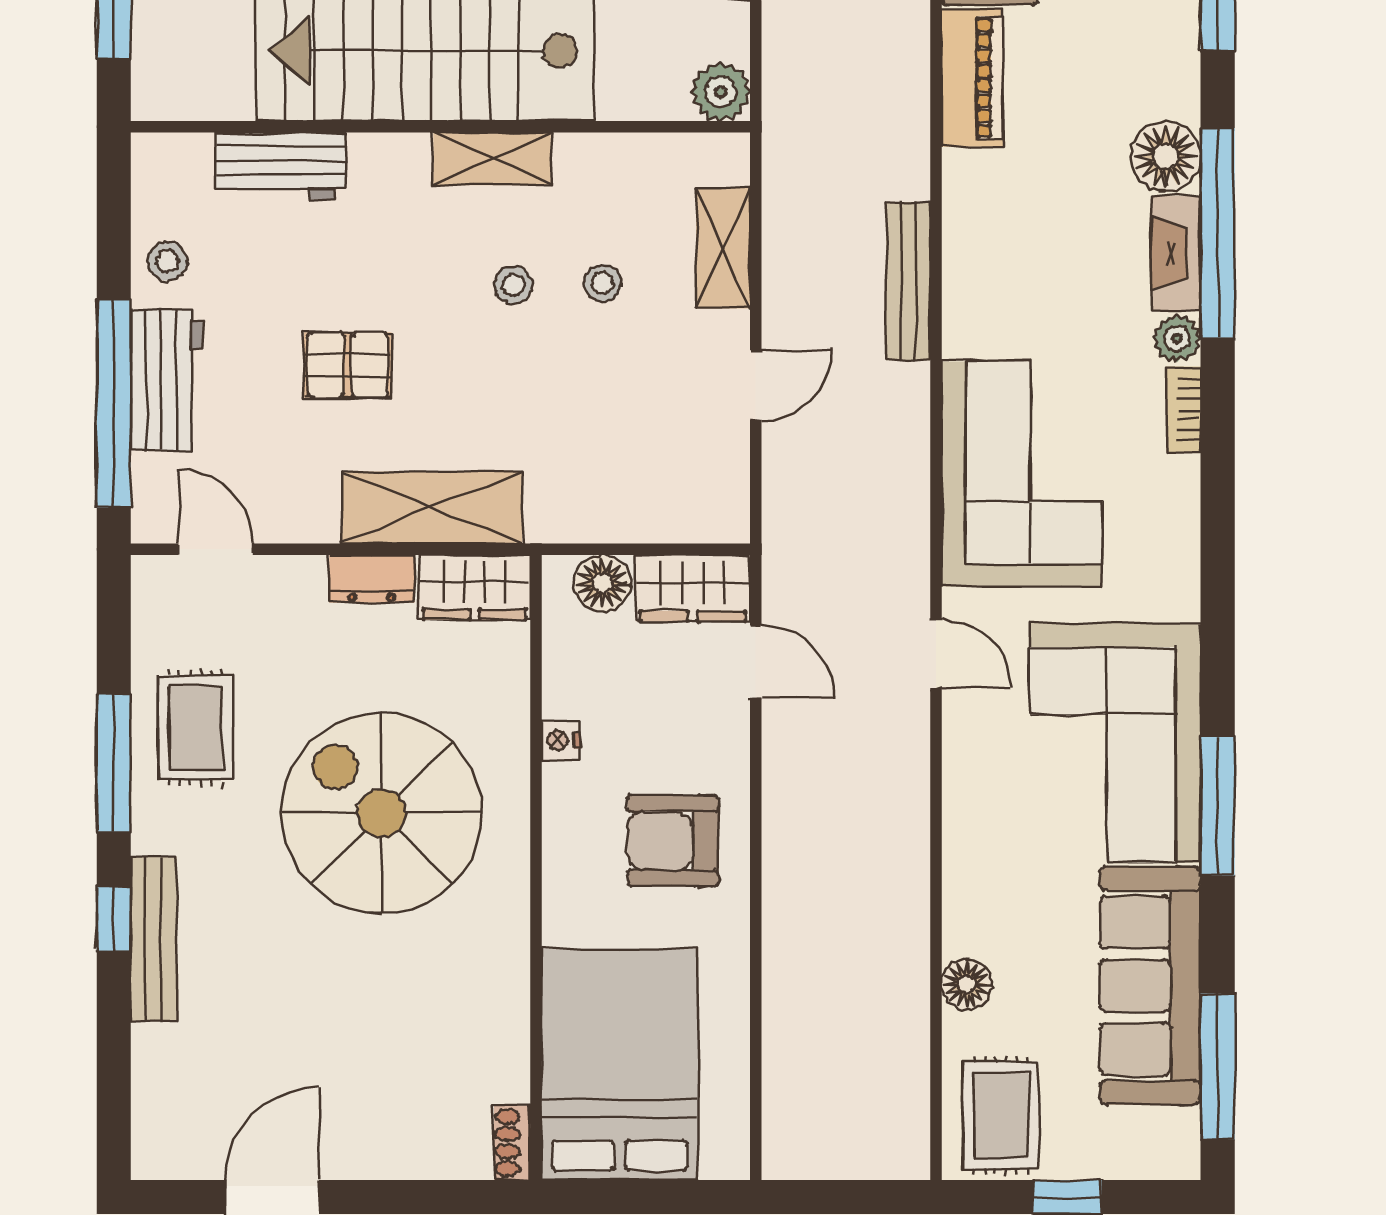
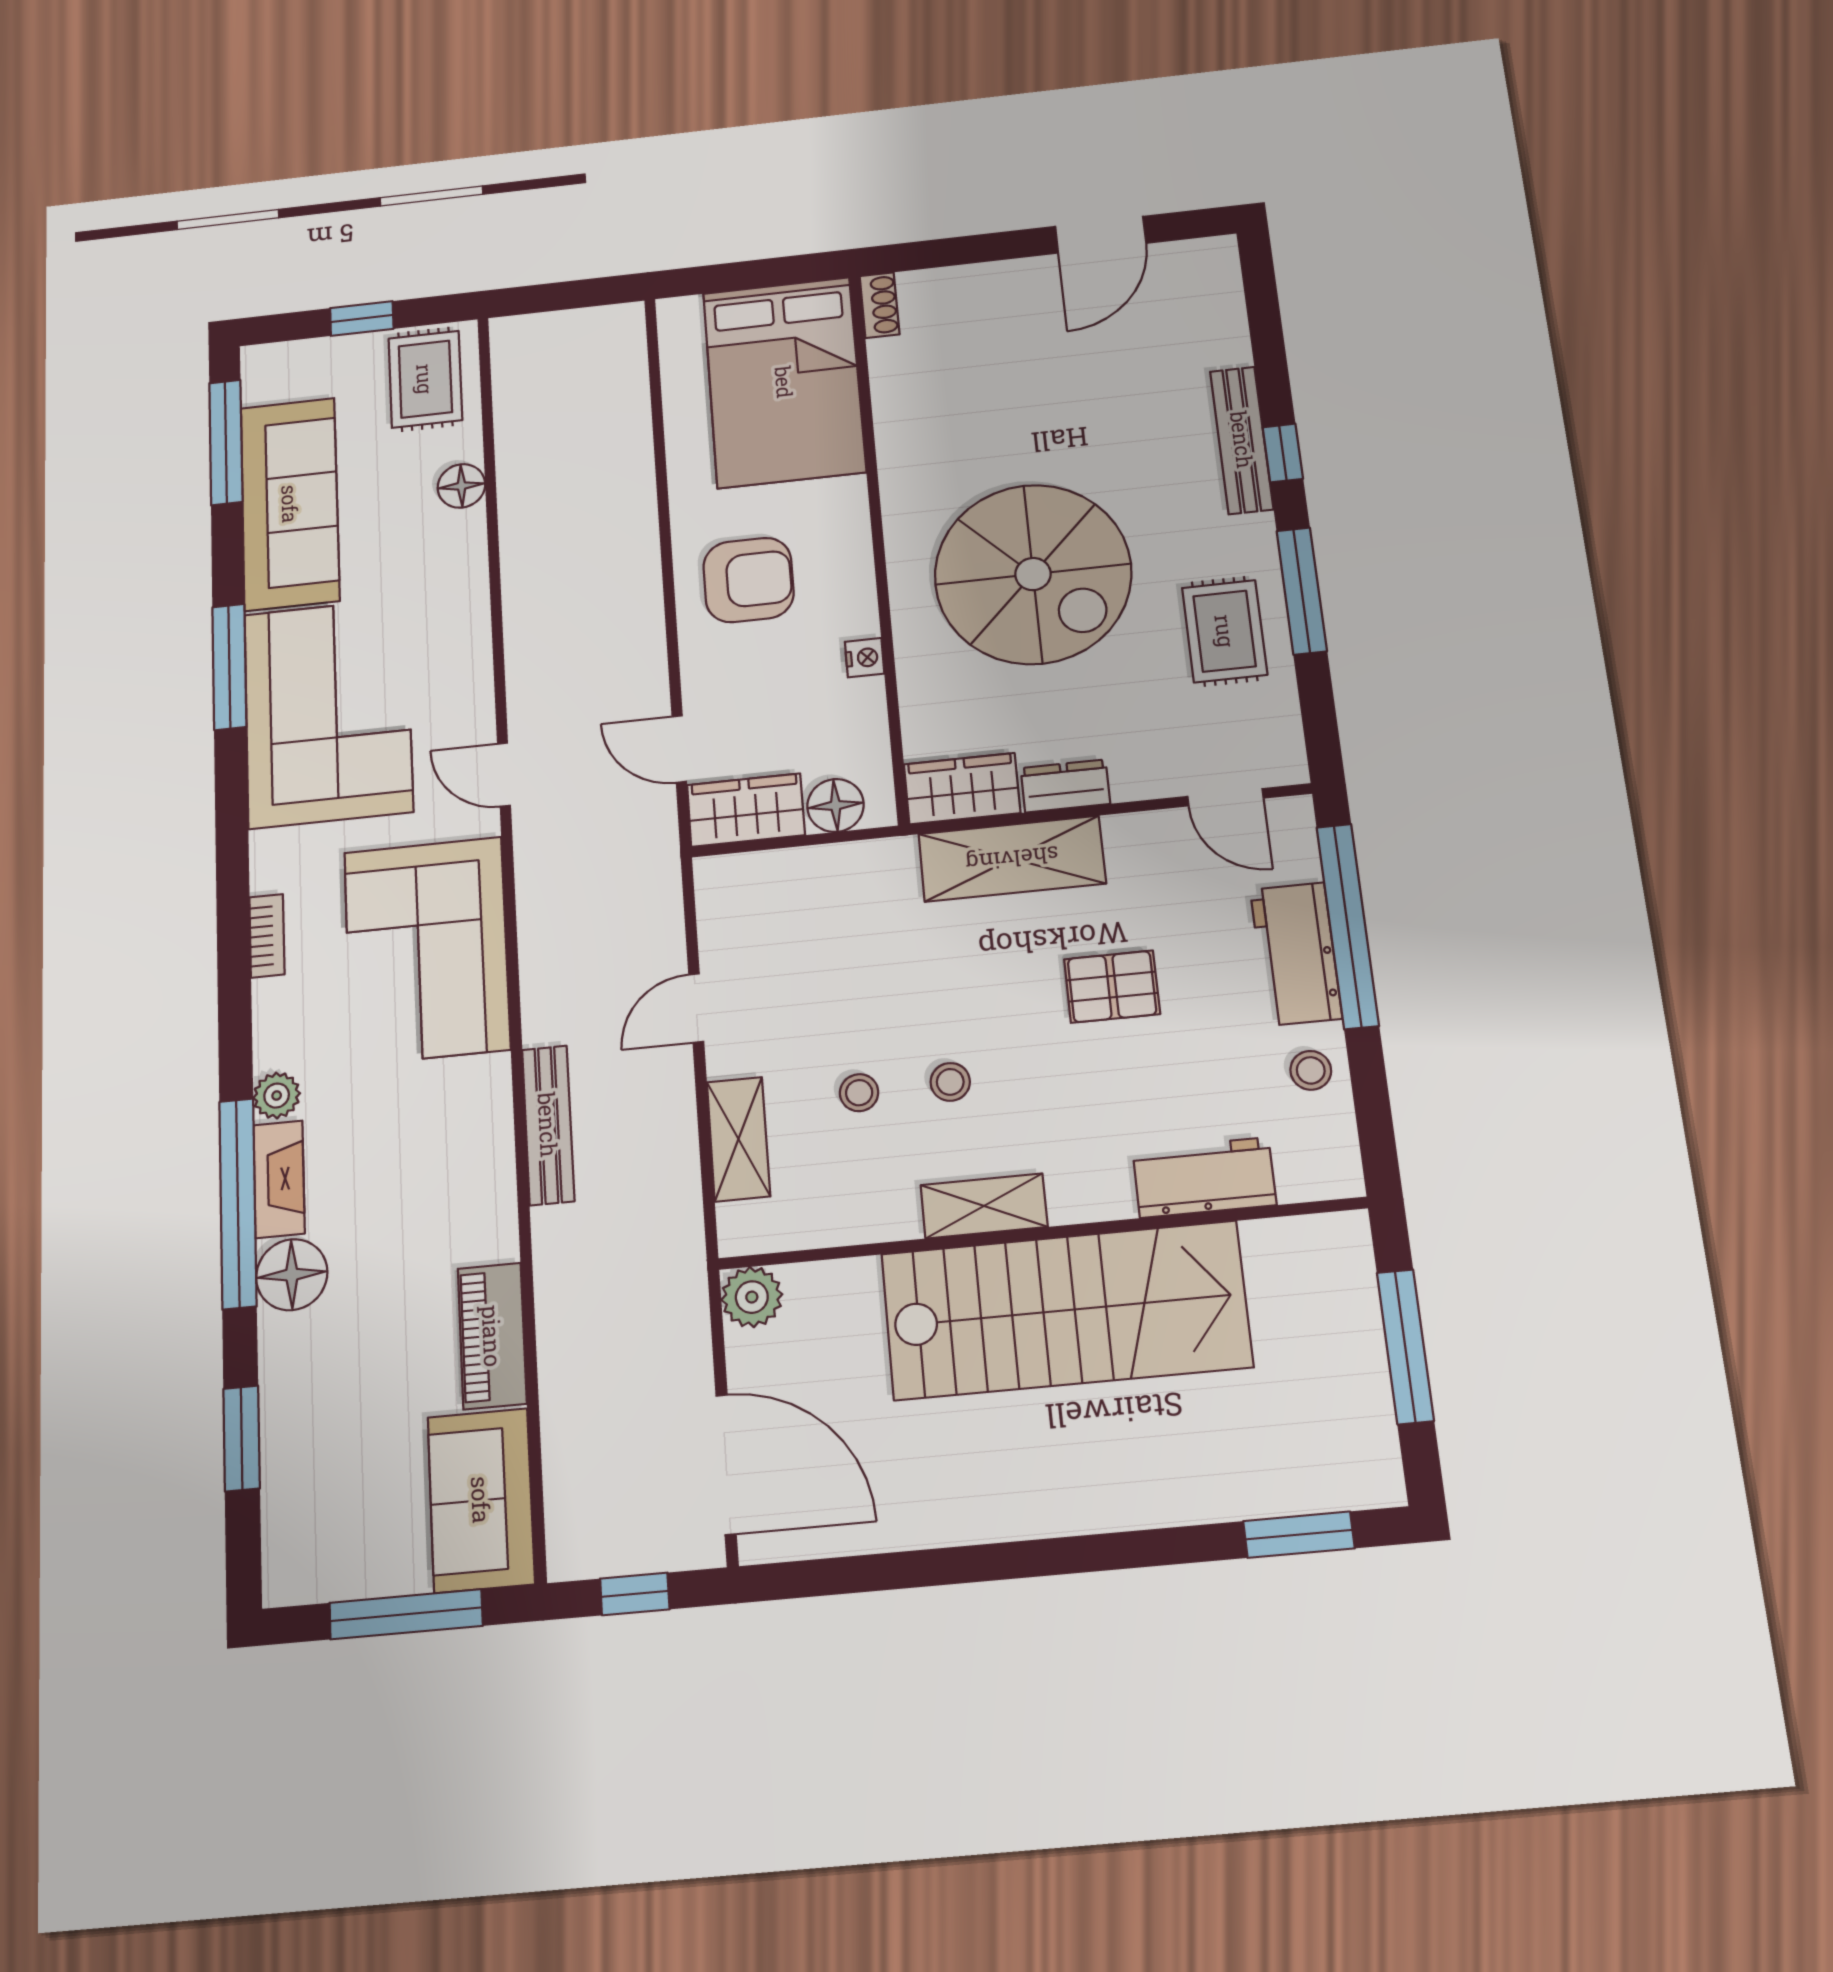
bookcase: (1184, 409) -> (267, 936), moved

